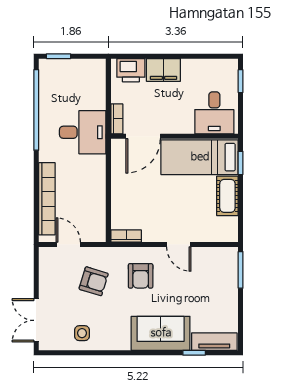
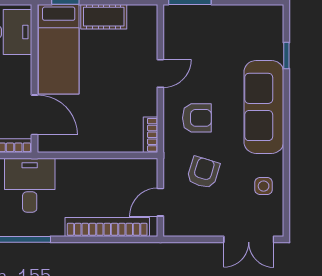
sofa: (161, 333) -> (264, 107), width x1.36
tv unit: (214, 342) -> (273, 32), removed

